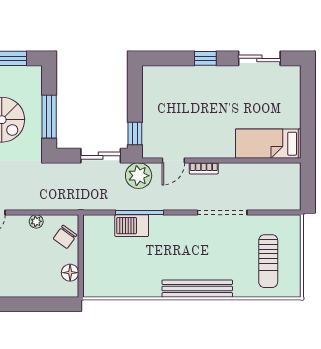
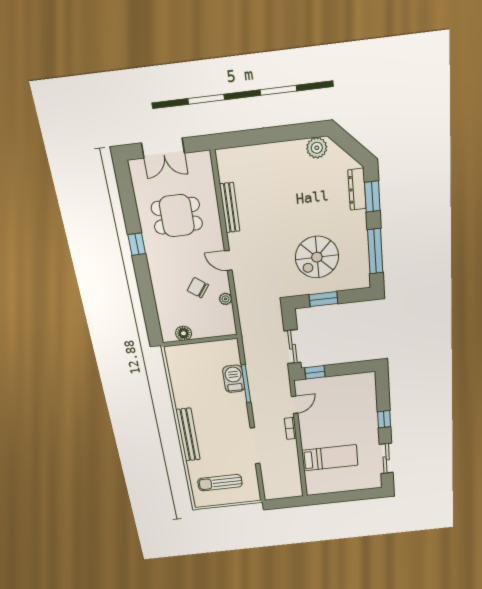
window: (49, 117) -> (323, 299), width x0.69
bed: (268, 144) -> (330, 458), moved, turned 90
door: (173, 160) -> (295, 405), swing flipped
plant: (139, 176) -> (278, 379), removed
chair: (65, 237) -> (198, 288), moved

